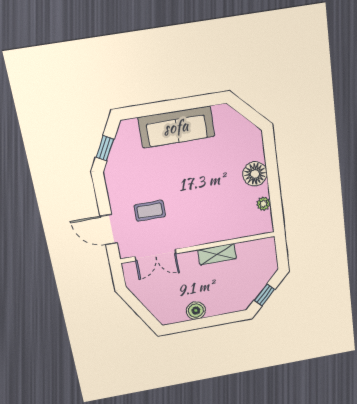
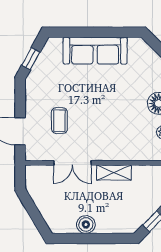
coffee table: (150, 211) -> (59, 121), turned 90
double door: (156, 255) -> (72, 163), moved

